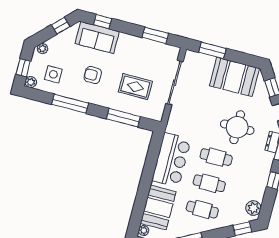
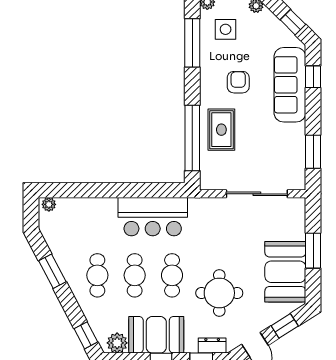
sofa: (97, 37) -> (290, 85), width x1.36
window: (212, 50) -> (313, 251), moved
rug: (135, 87) -> (221, 130), moved
window: (70, 104) -> (192, 43), moved
window: (123, 118) -> (192, 138), width x1.46
booth: (158, 207) -> (156, 335), moved

